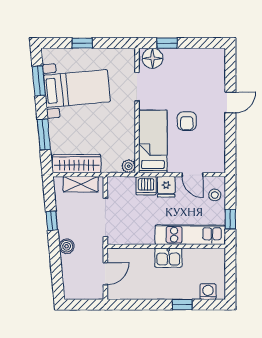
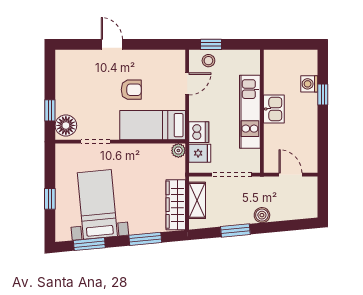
fridge: (166, 187) -> (200, 153), moved
window: (230, 219) -> (211, 44), moved
window: (52, 221) -> (235, 231), width x1.50
kitchen unit: (190, 235) -> (250, 112), moved
washing machine: (208, 292) -> (309, 84), moved

